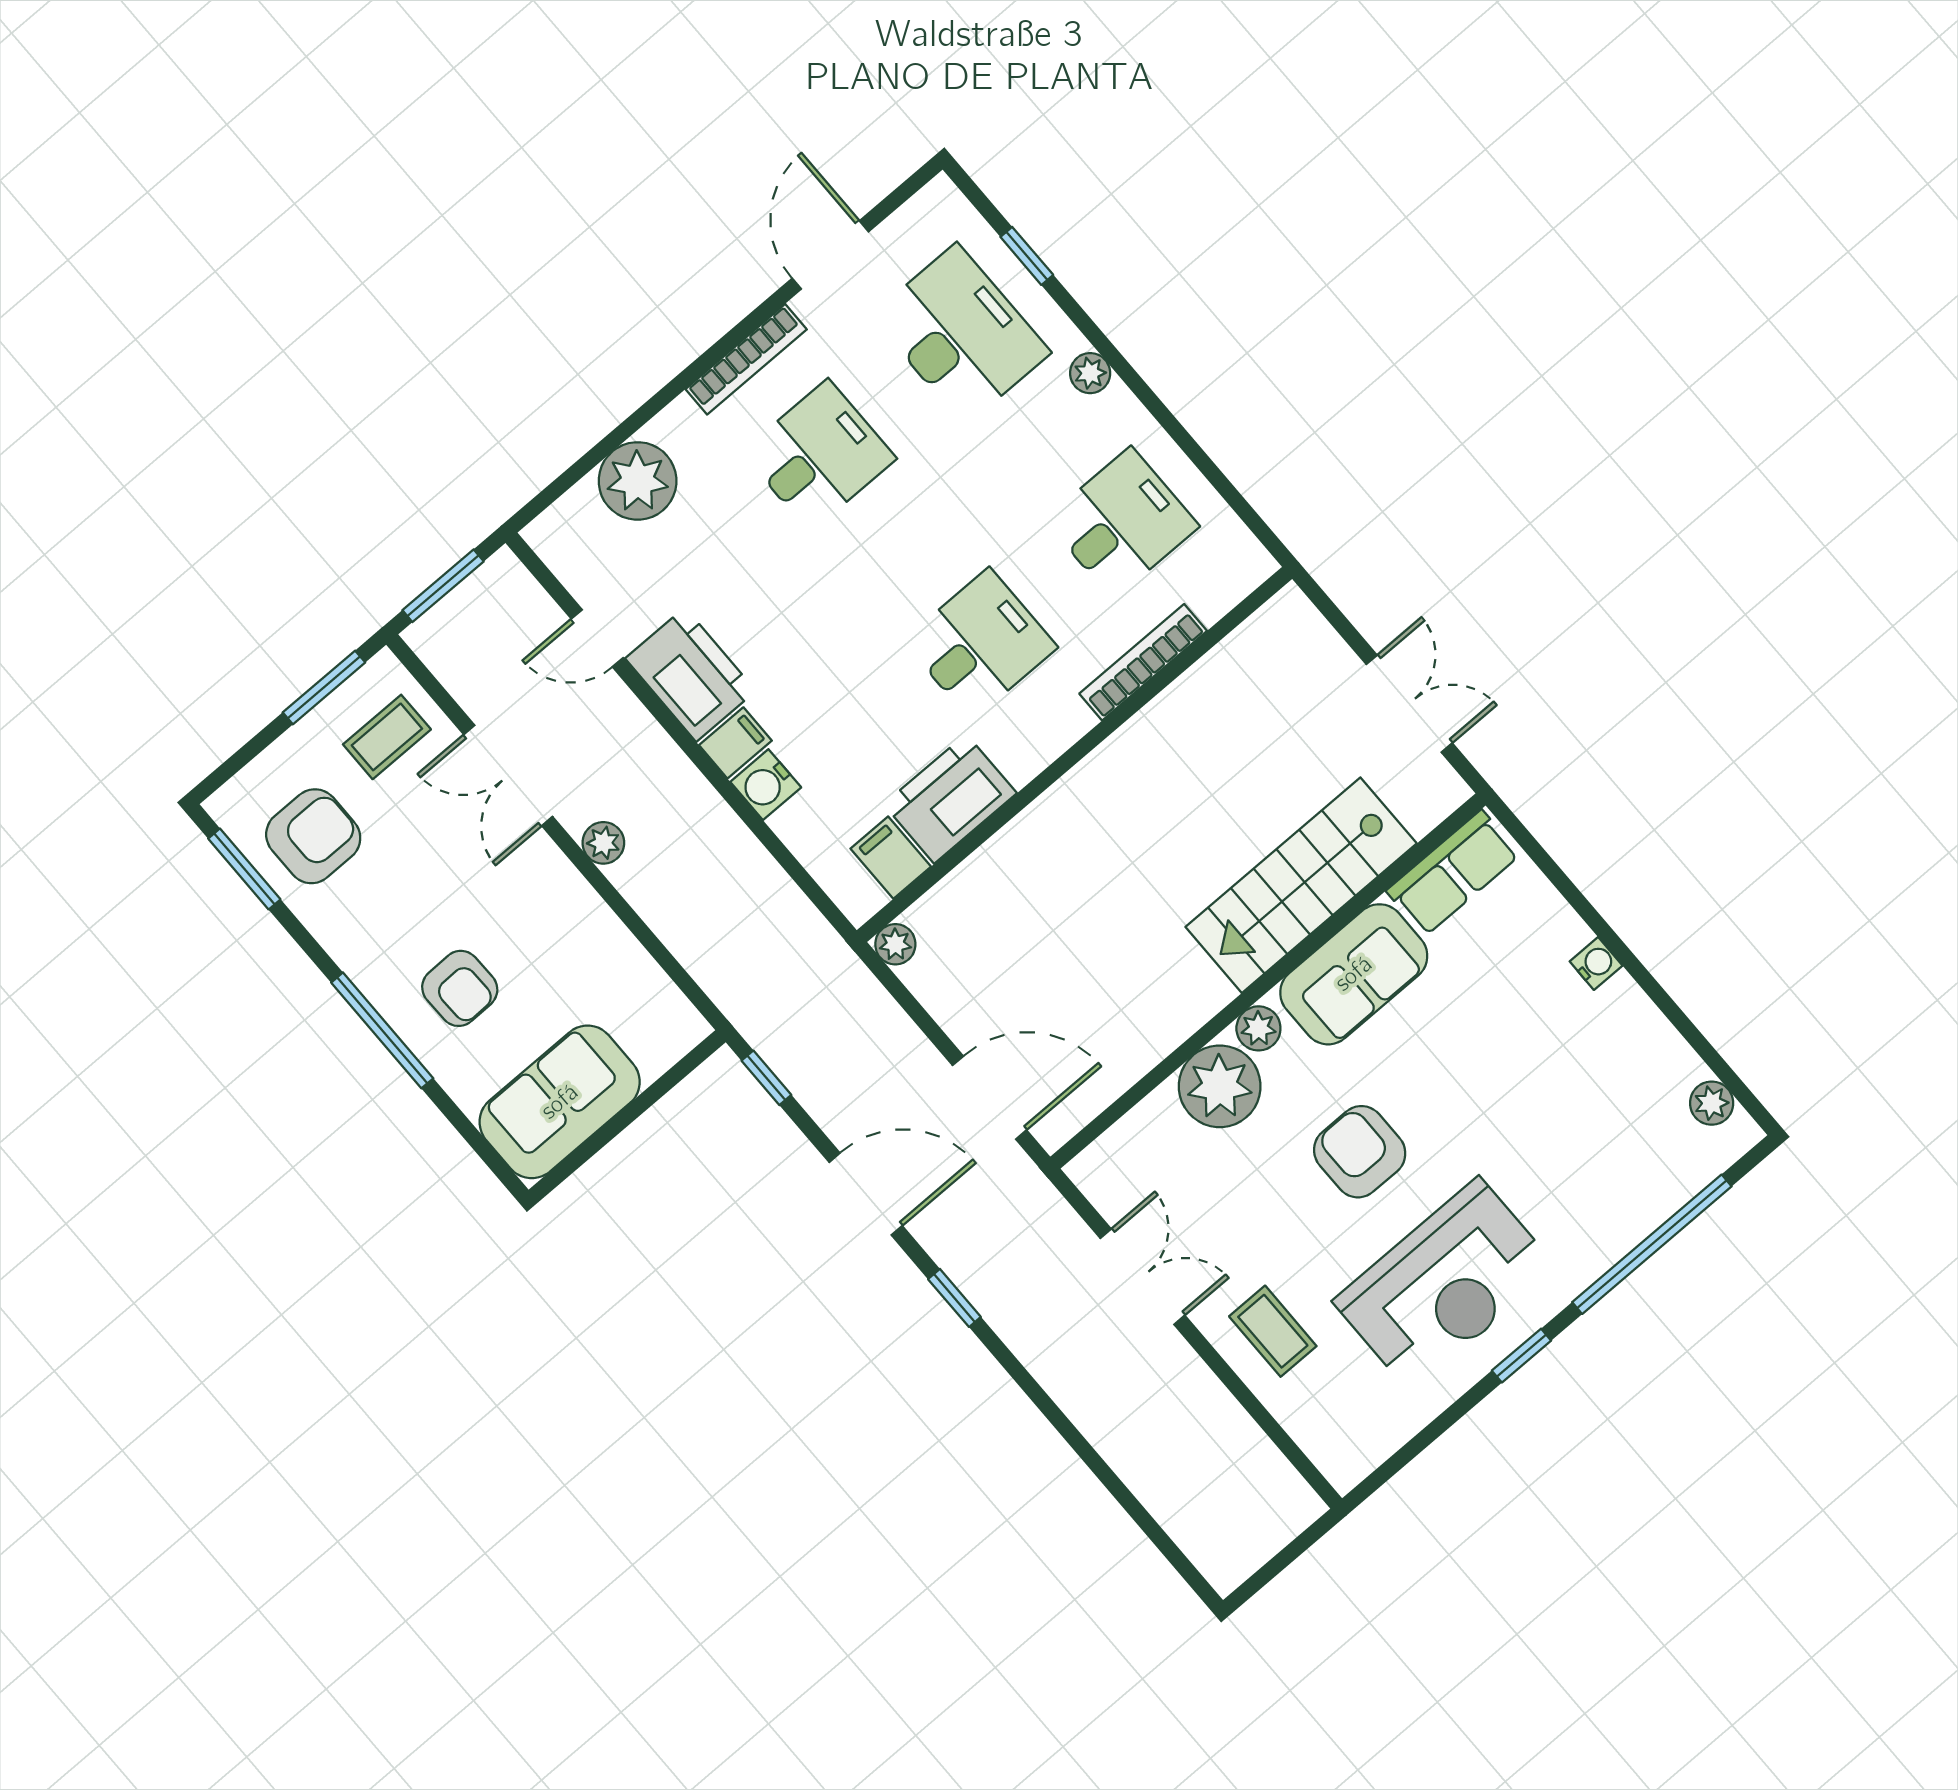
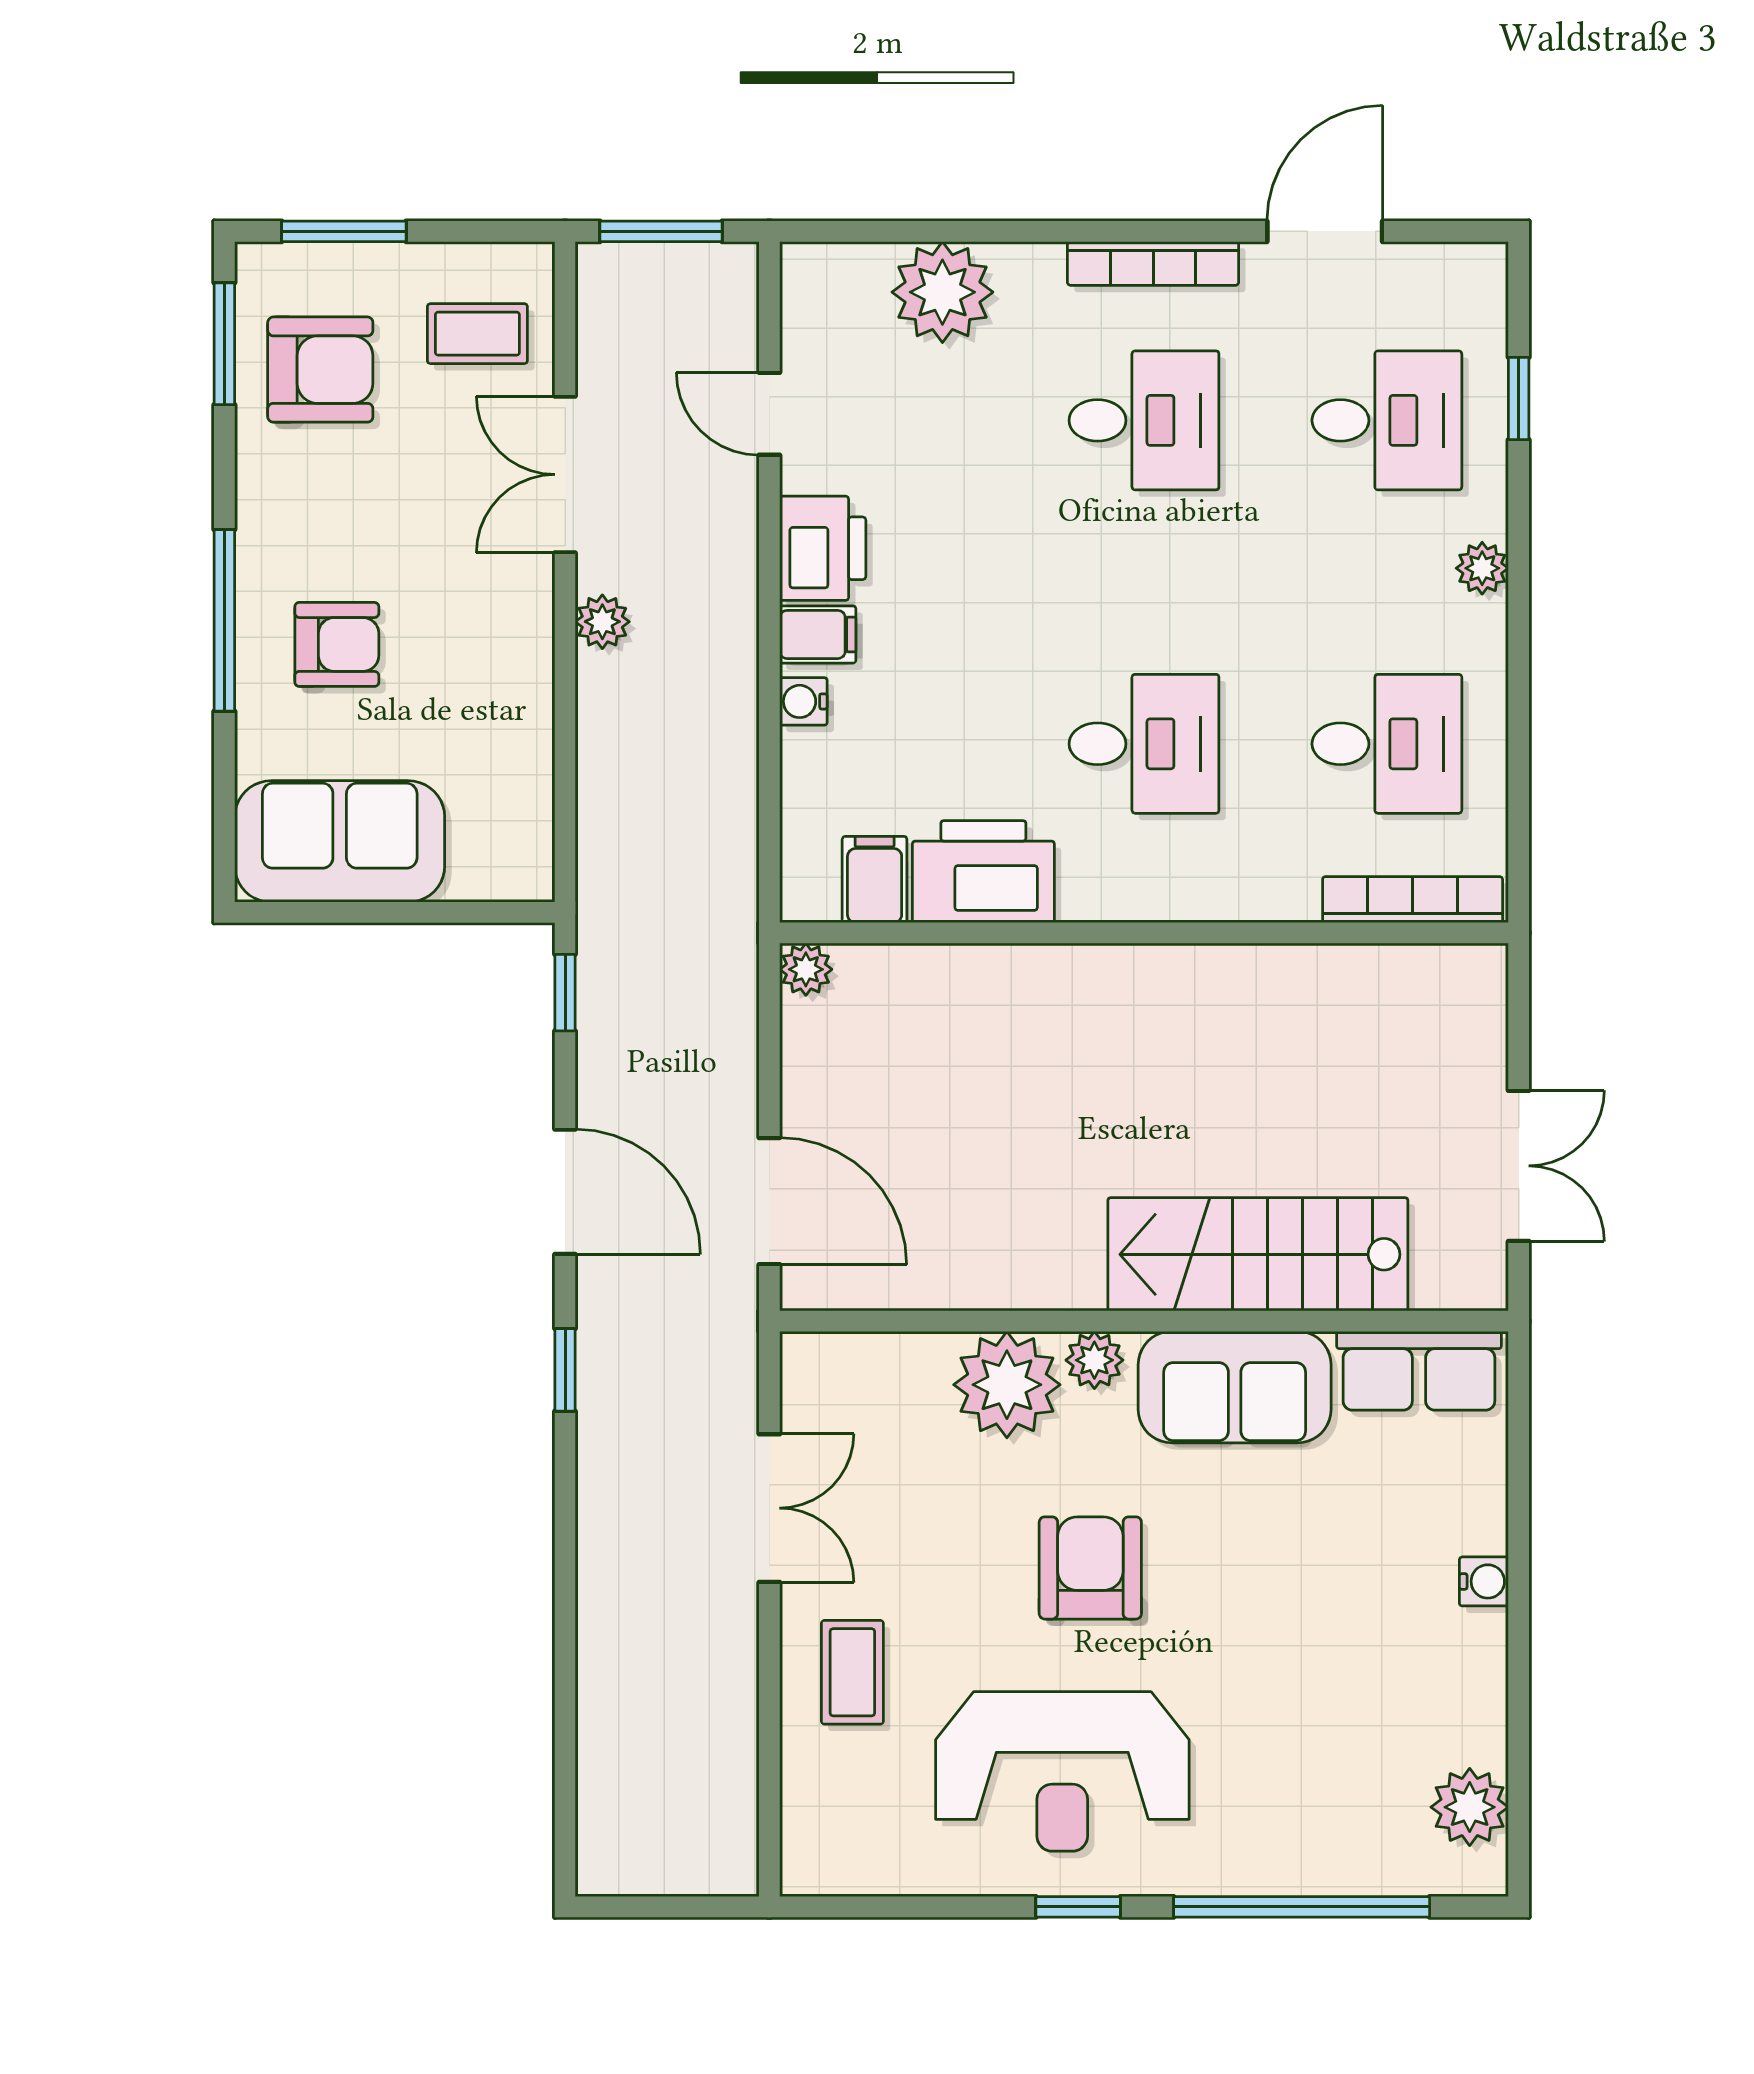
desk: (961, 334) -> (1387, 420), width x0.73
bookcase: (1143, 662) -> (1413, 900), moved
printer: (690, 675) -> (823, 548), width x0.73, depth x0.84
window: (324, 687) -> (344, 231), moved
water cooler: (766, 785) -> (803, 701), width x0.72, depth x0.72
armchair: (460, 988) -> (337, 644), turned -89
plant: (1712, 1103) -> (1470, 1807), width x1.38, depth x1.38

